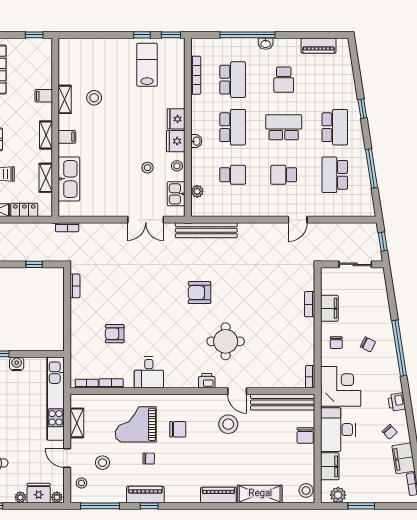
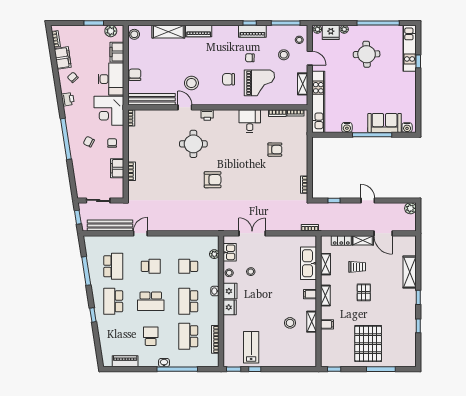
lab bench: (147, 65) -> (251, 347), turned 180
bench: (206, 230) -> (110, 225), moved

